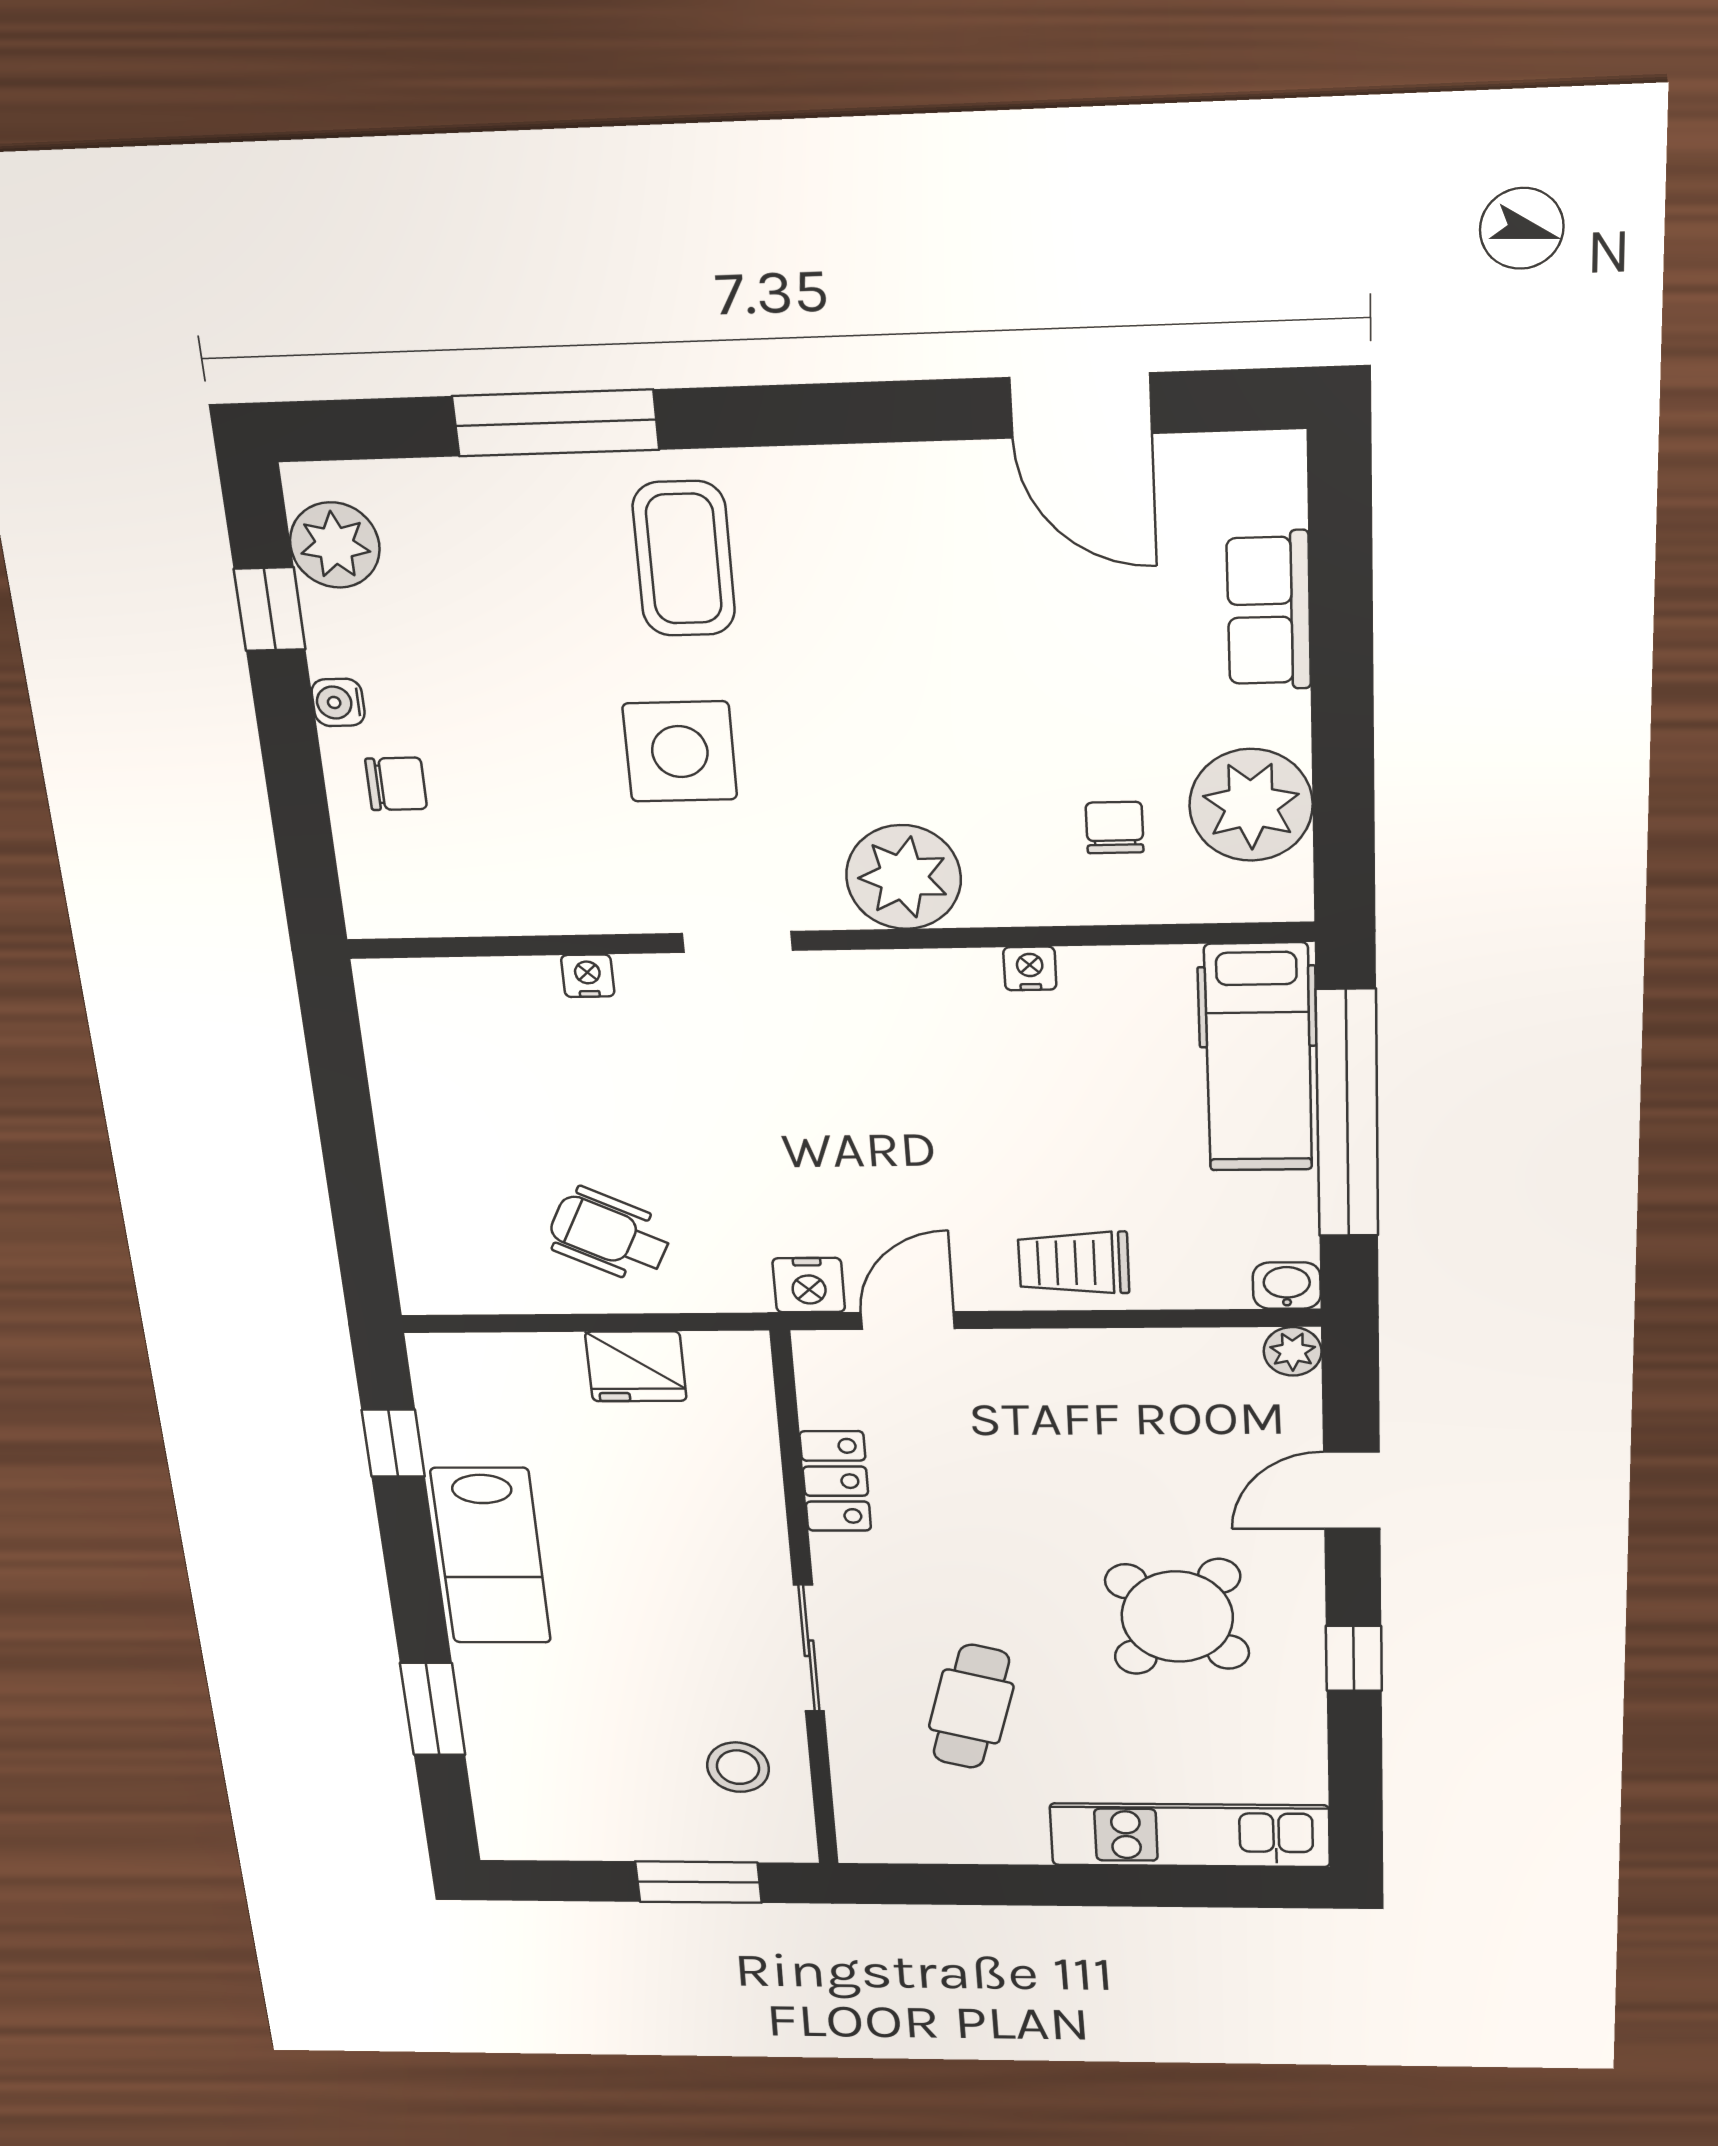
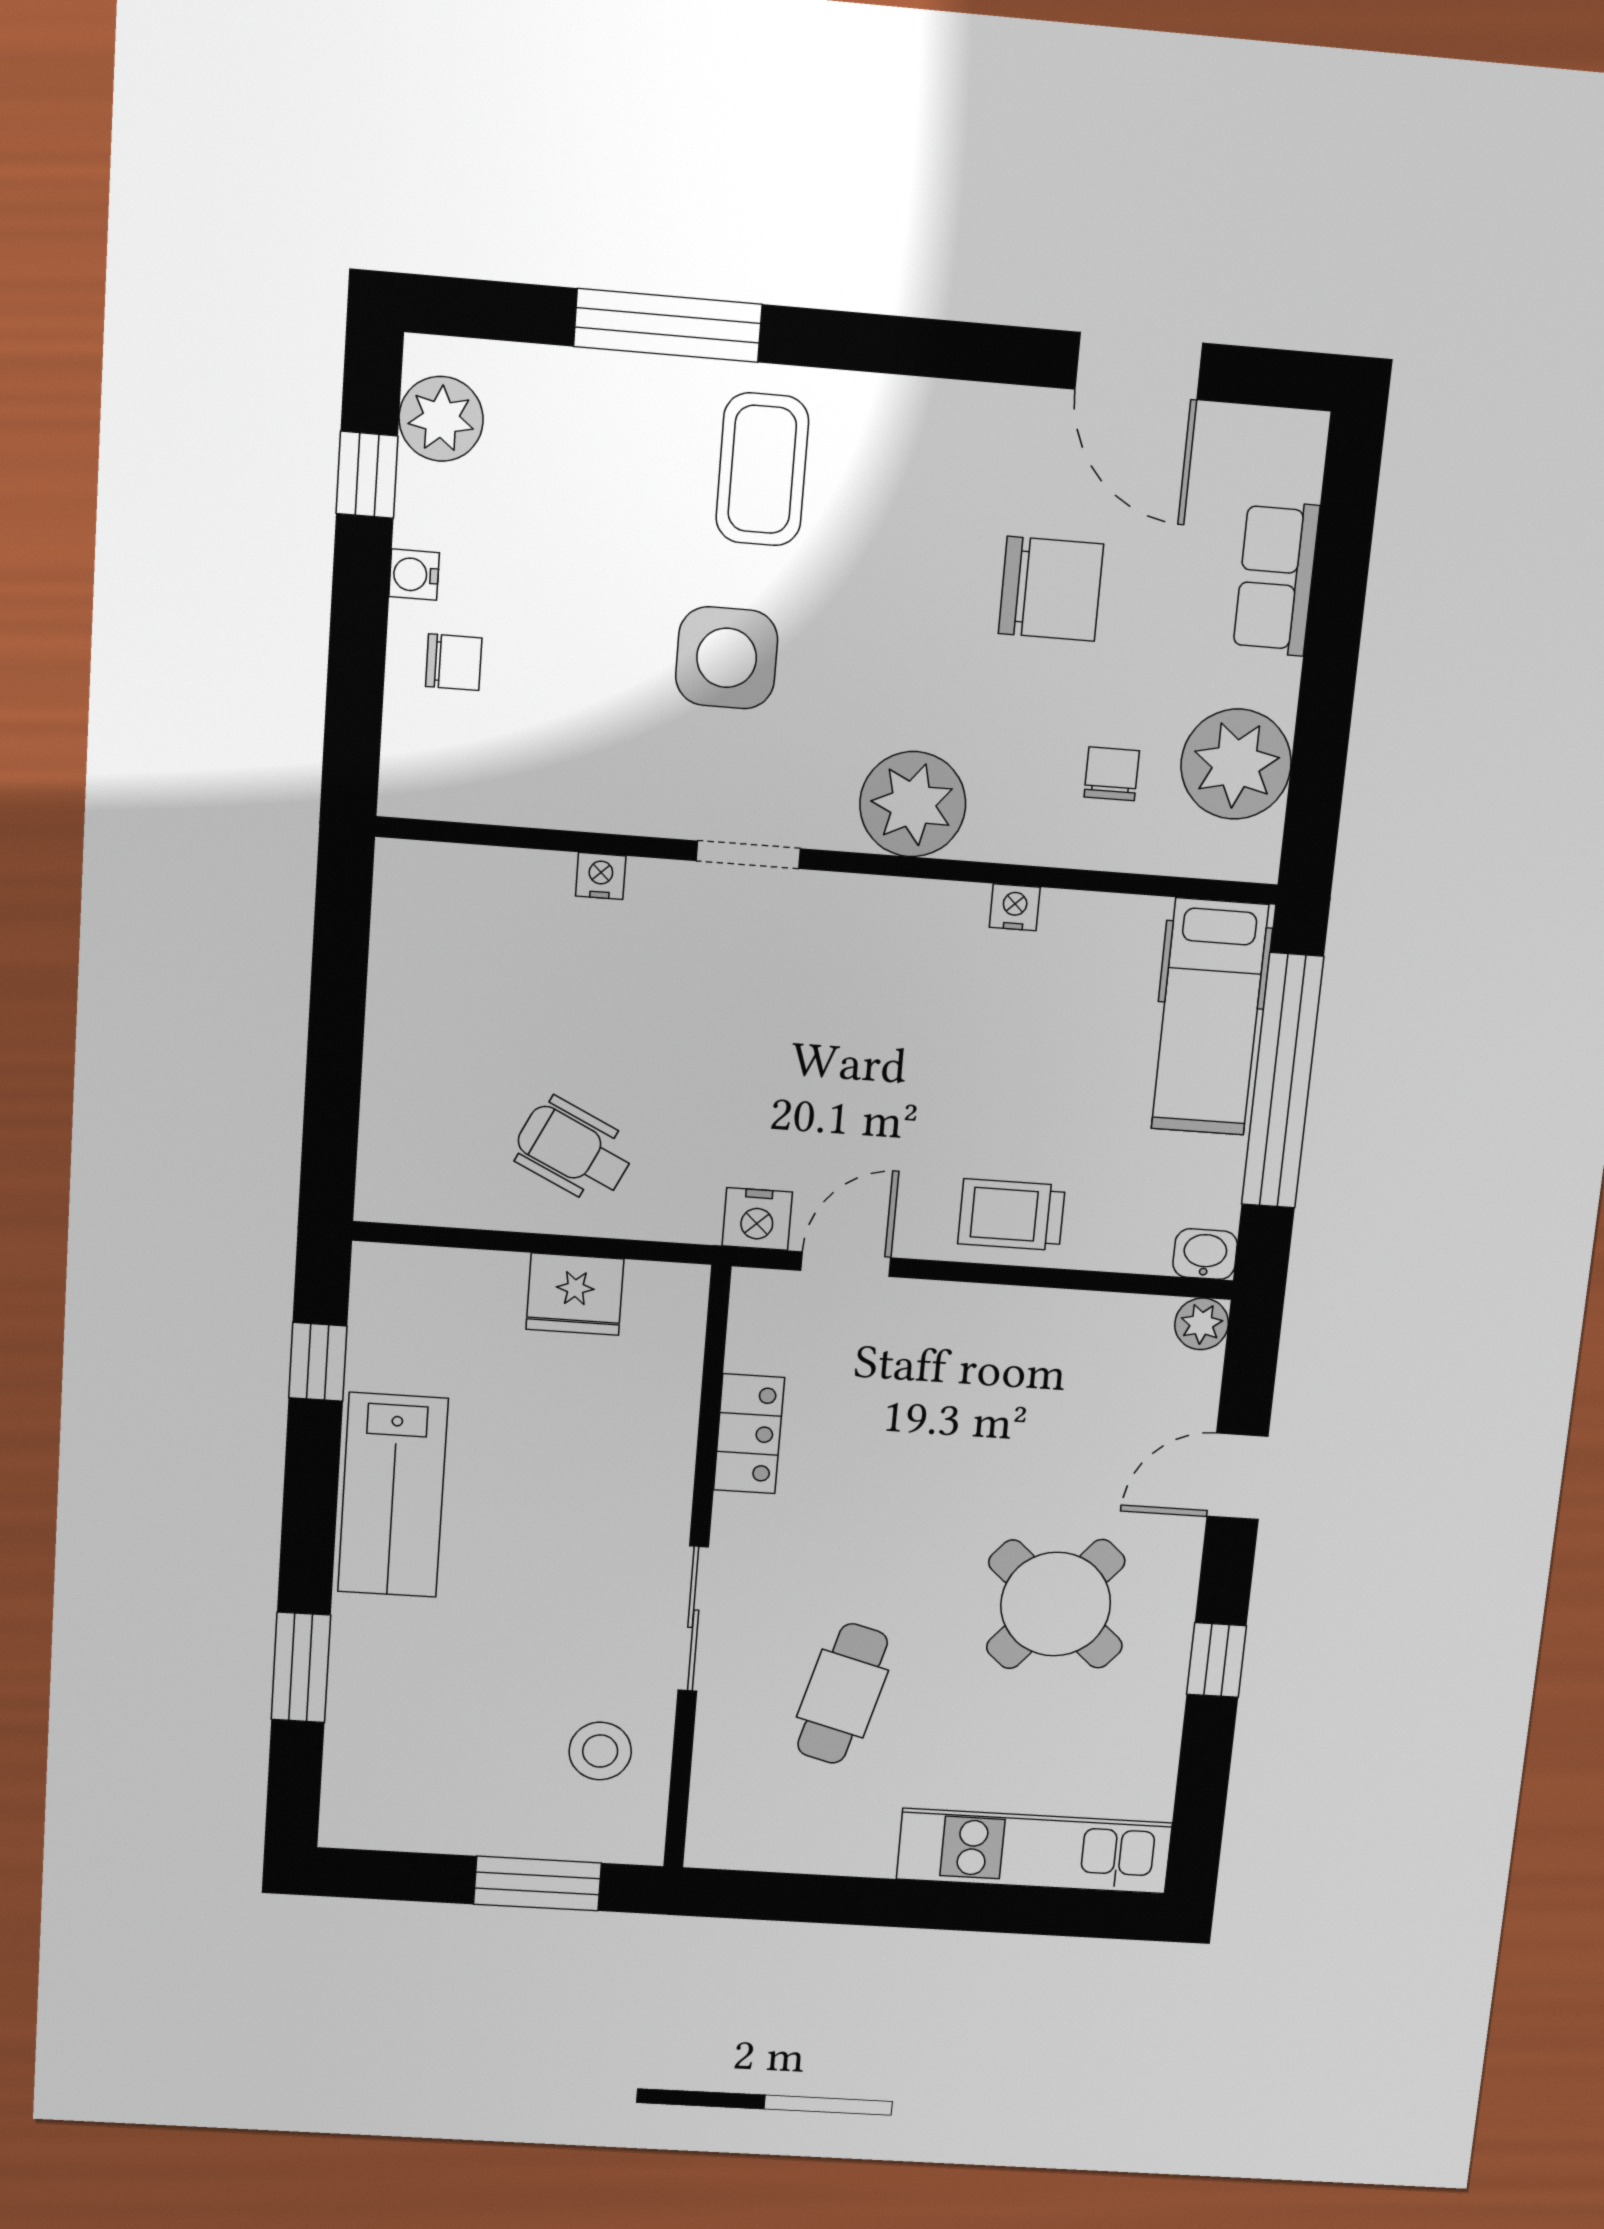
chair: (1019, 647) -> (1051, 589), added

